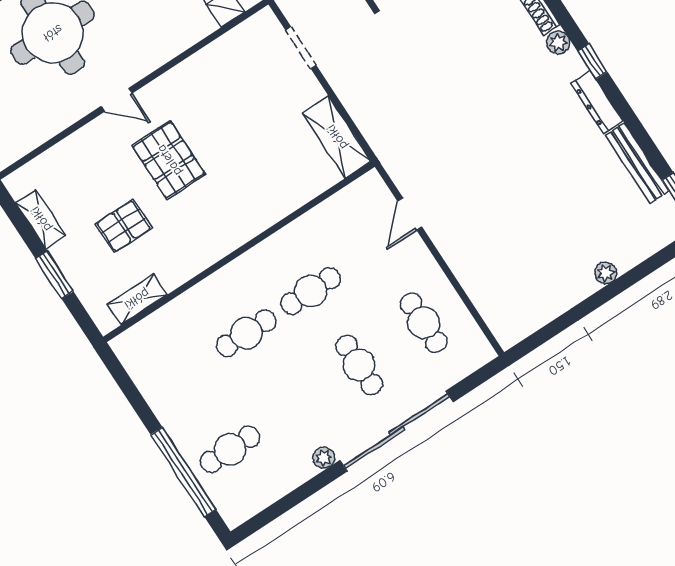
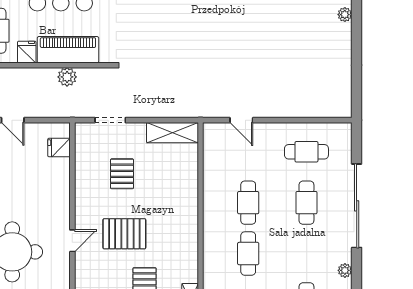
pallet: (243, 107) -> (122, 174), added
plant: (606, 273) -> (345, 15), moved
cafe table: (359, 365) -> (306, 203), turned 90
plant: (324, 458) -> (345, 270), moved

